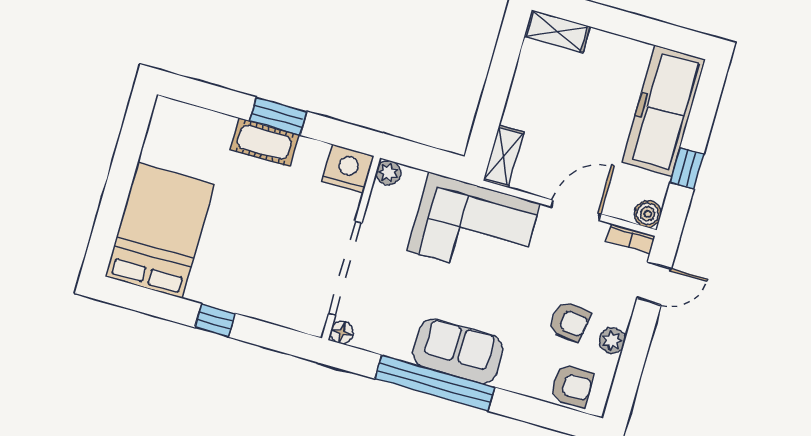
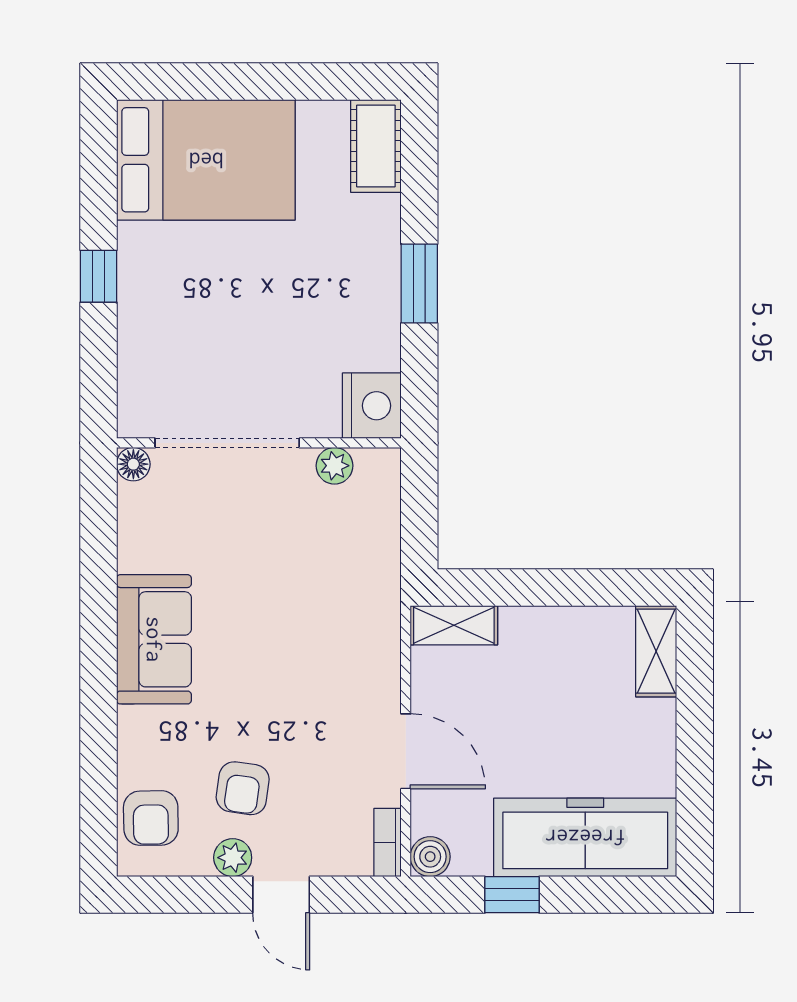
cot: (264, 142) -> (376, 146), moved
plant: (388, 173) -> (334, 466), moved
corner sofa: (474, 227) -> (340, 611), removed
door: (654, 283) -> (281, 895), moved
window: (435, 383) -> (98, 619), removed

